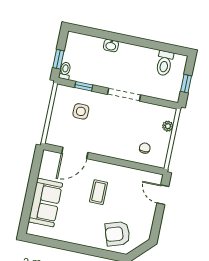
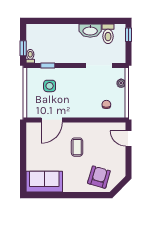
washbasin: (111, 45) -> (90, 31), moved, width x1.91, depth x1.45
window: (186, 84) -> (129, 35), moved
doorway: (124, 95) -> (99, 65), moved
sofa: (45, 203) -> (44, 182), moved, turned -90
armchair: (117, 234) -> (99, 177), turned 124

